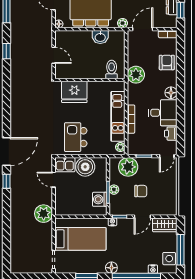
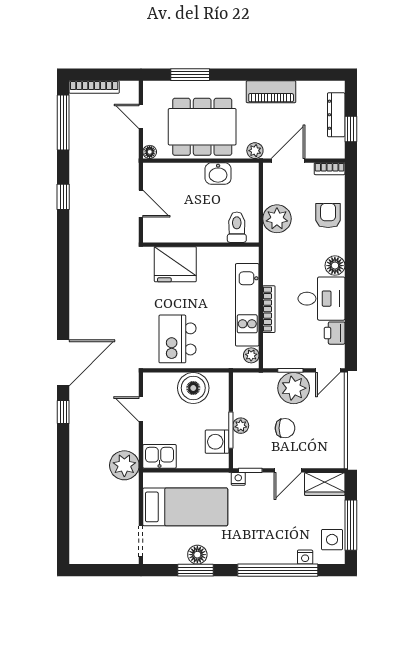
plant: (136, 75) -> (277, 219), moved
kitchen sink: (65, 165) -> (160, 456), moved, turned 180
plant: (128, 167) -> (294, 388), moved
floor lamp: (111, 268) -> (197, 555), moved

